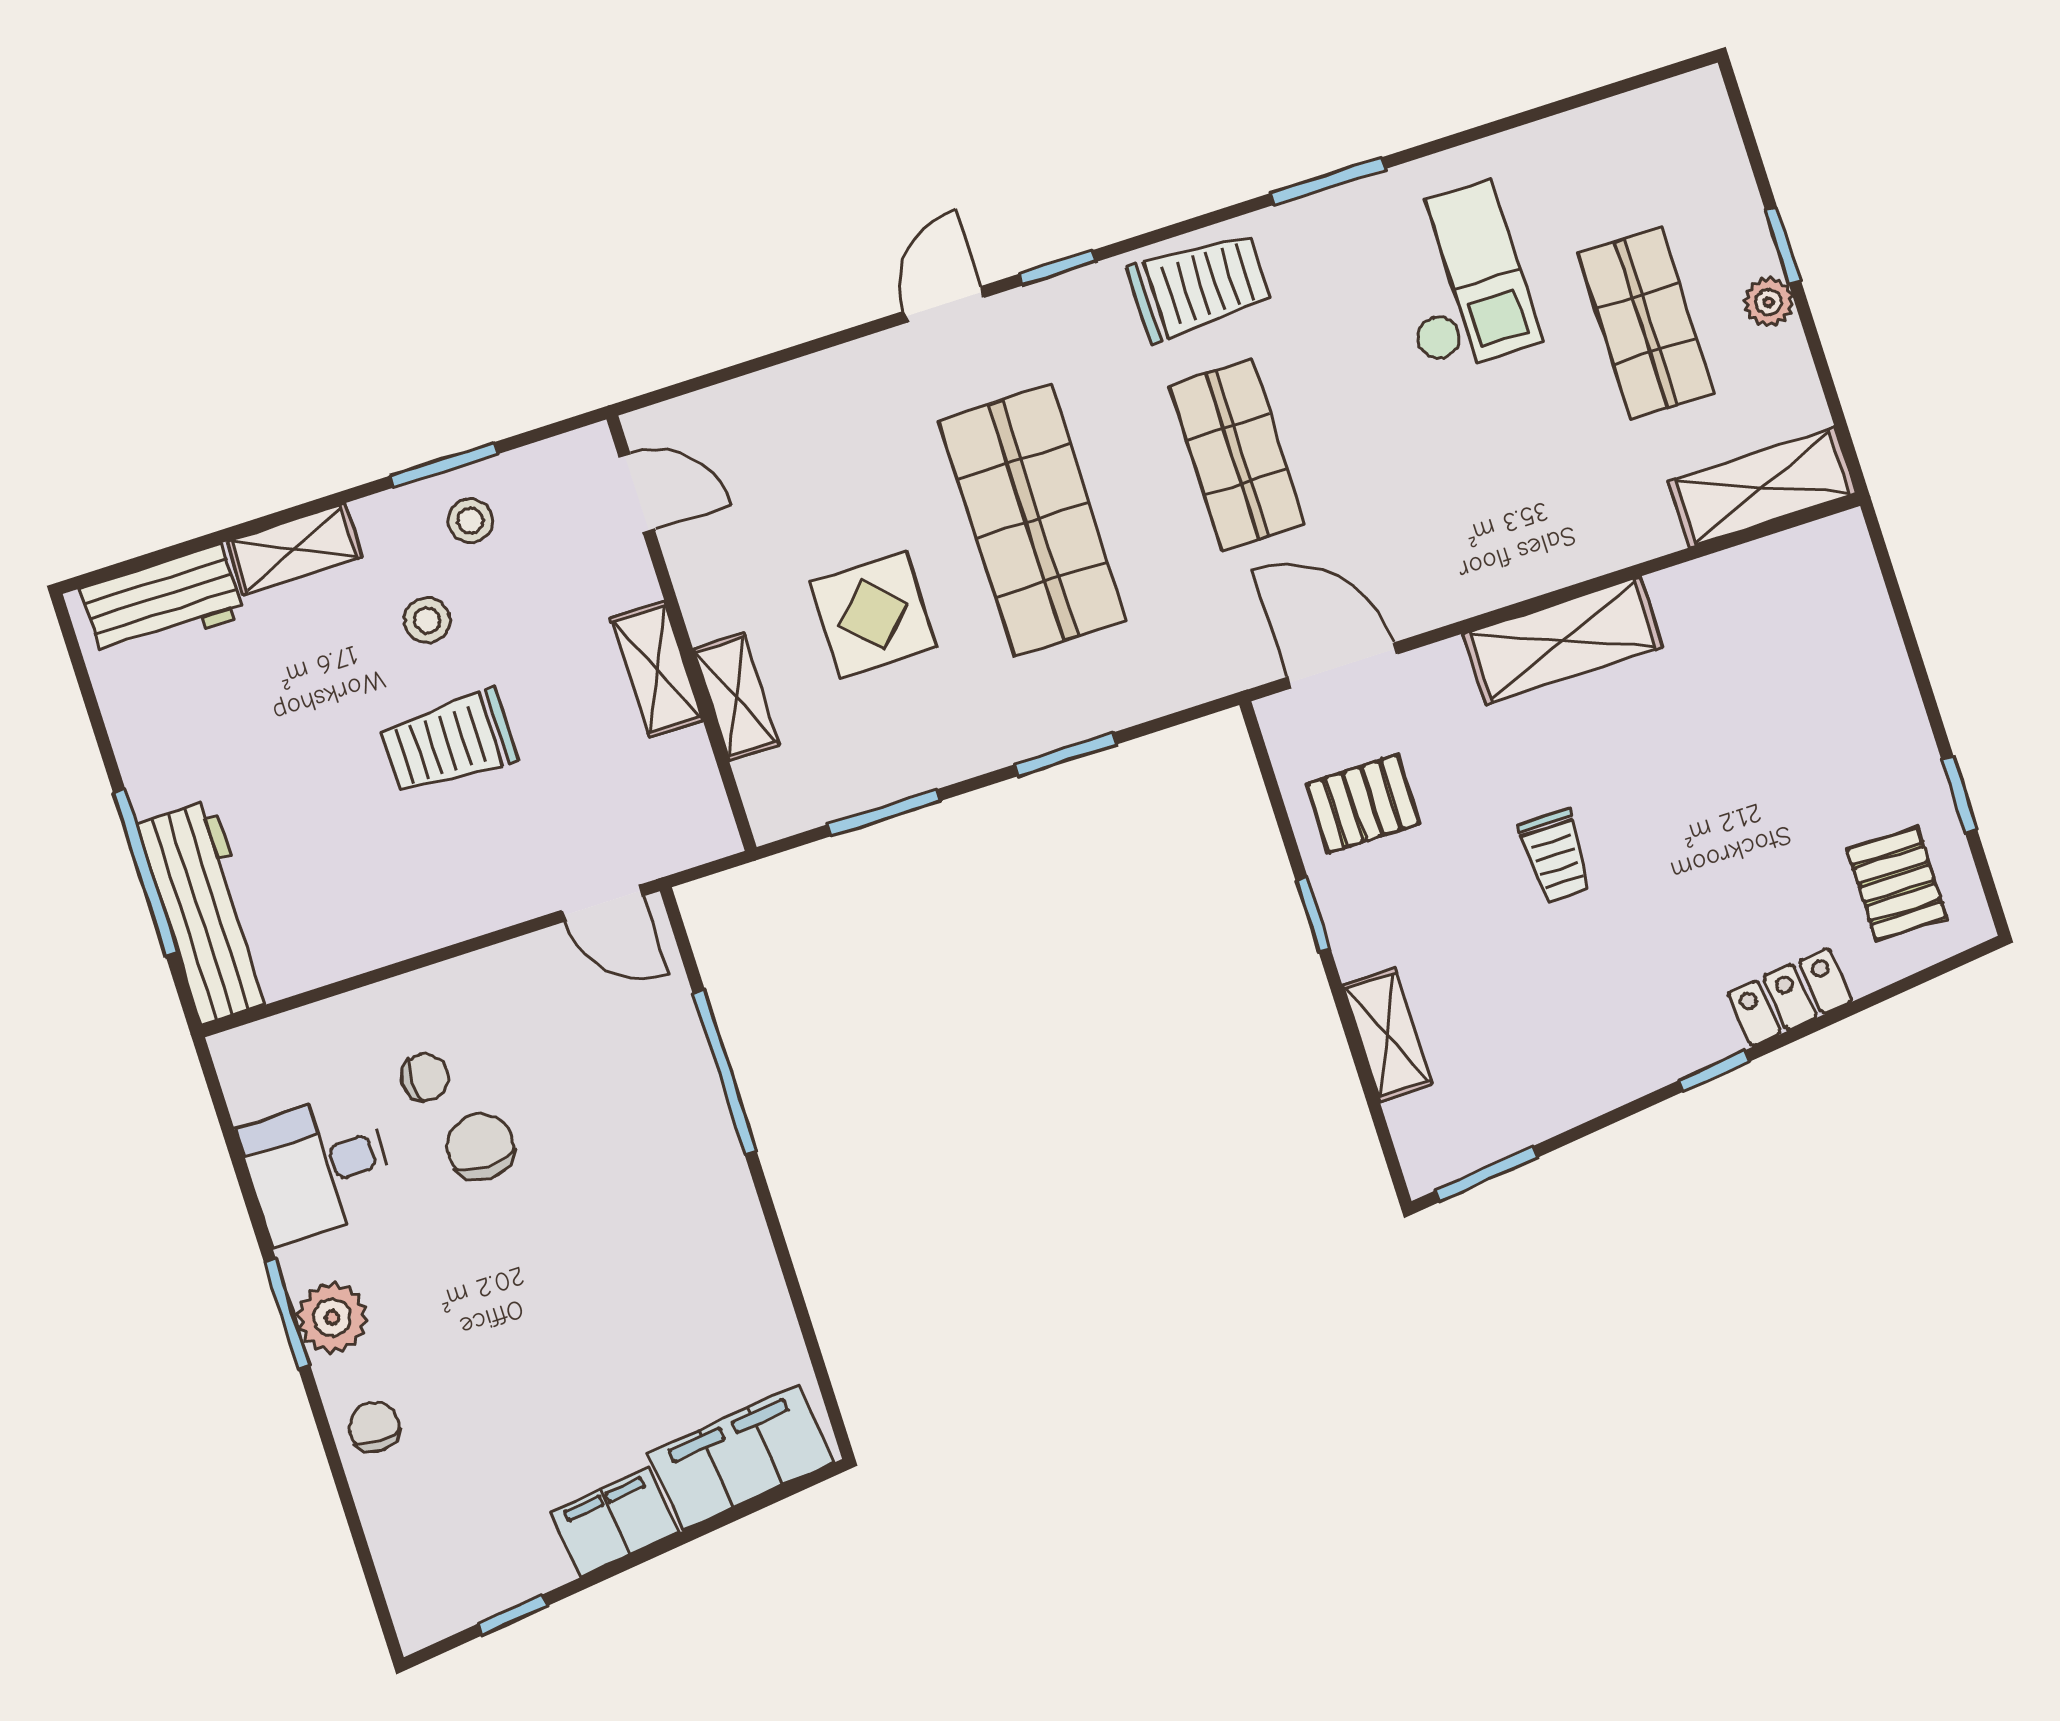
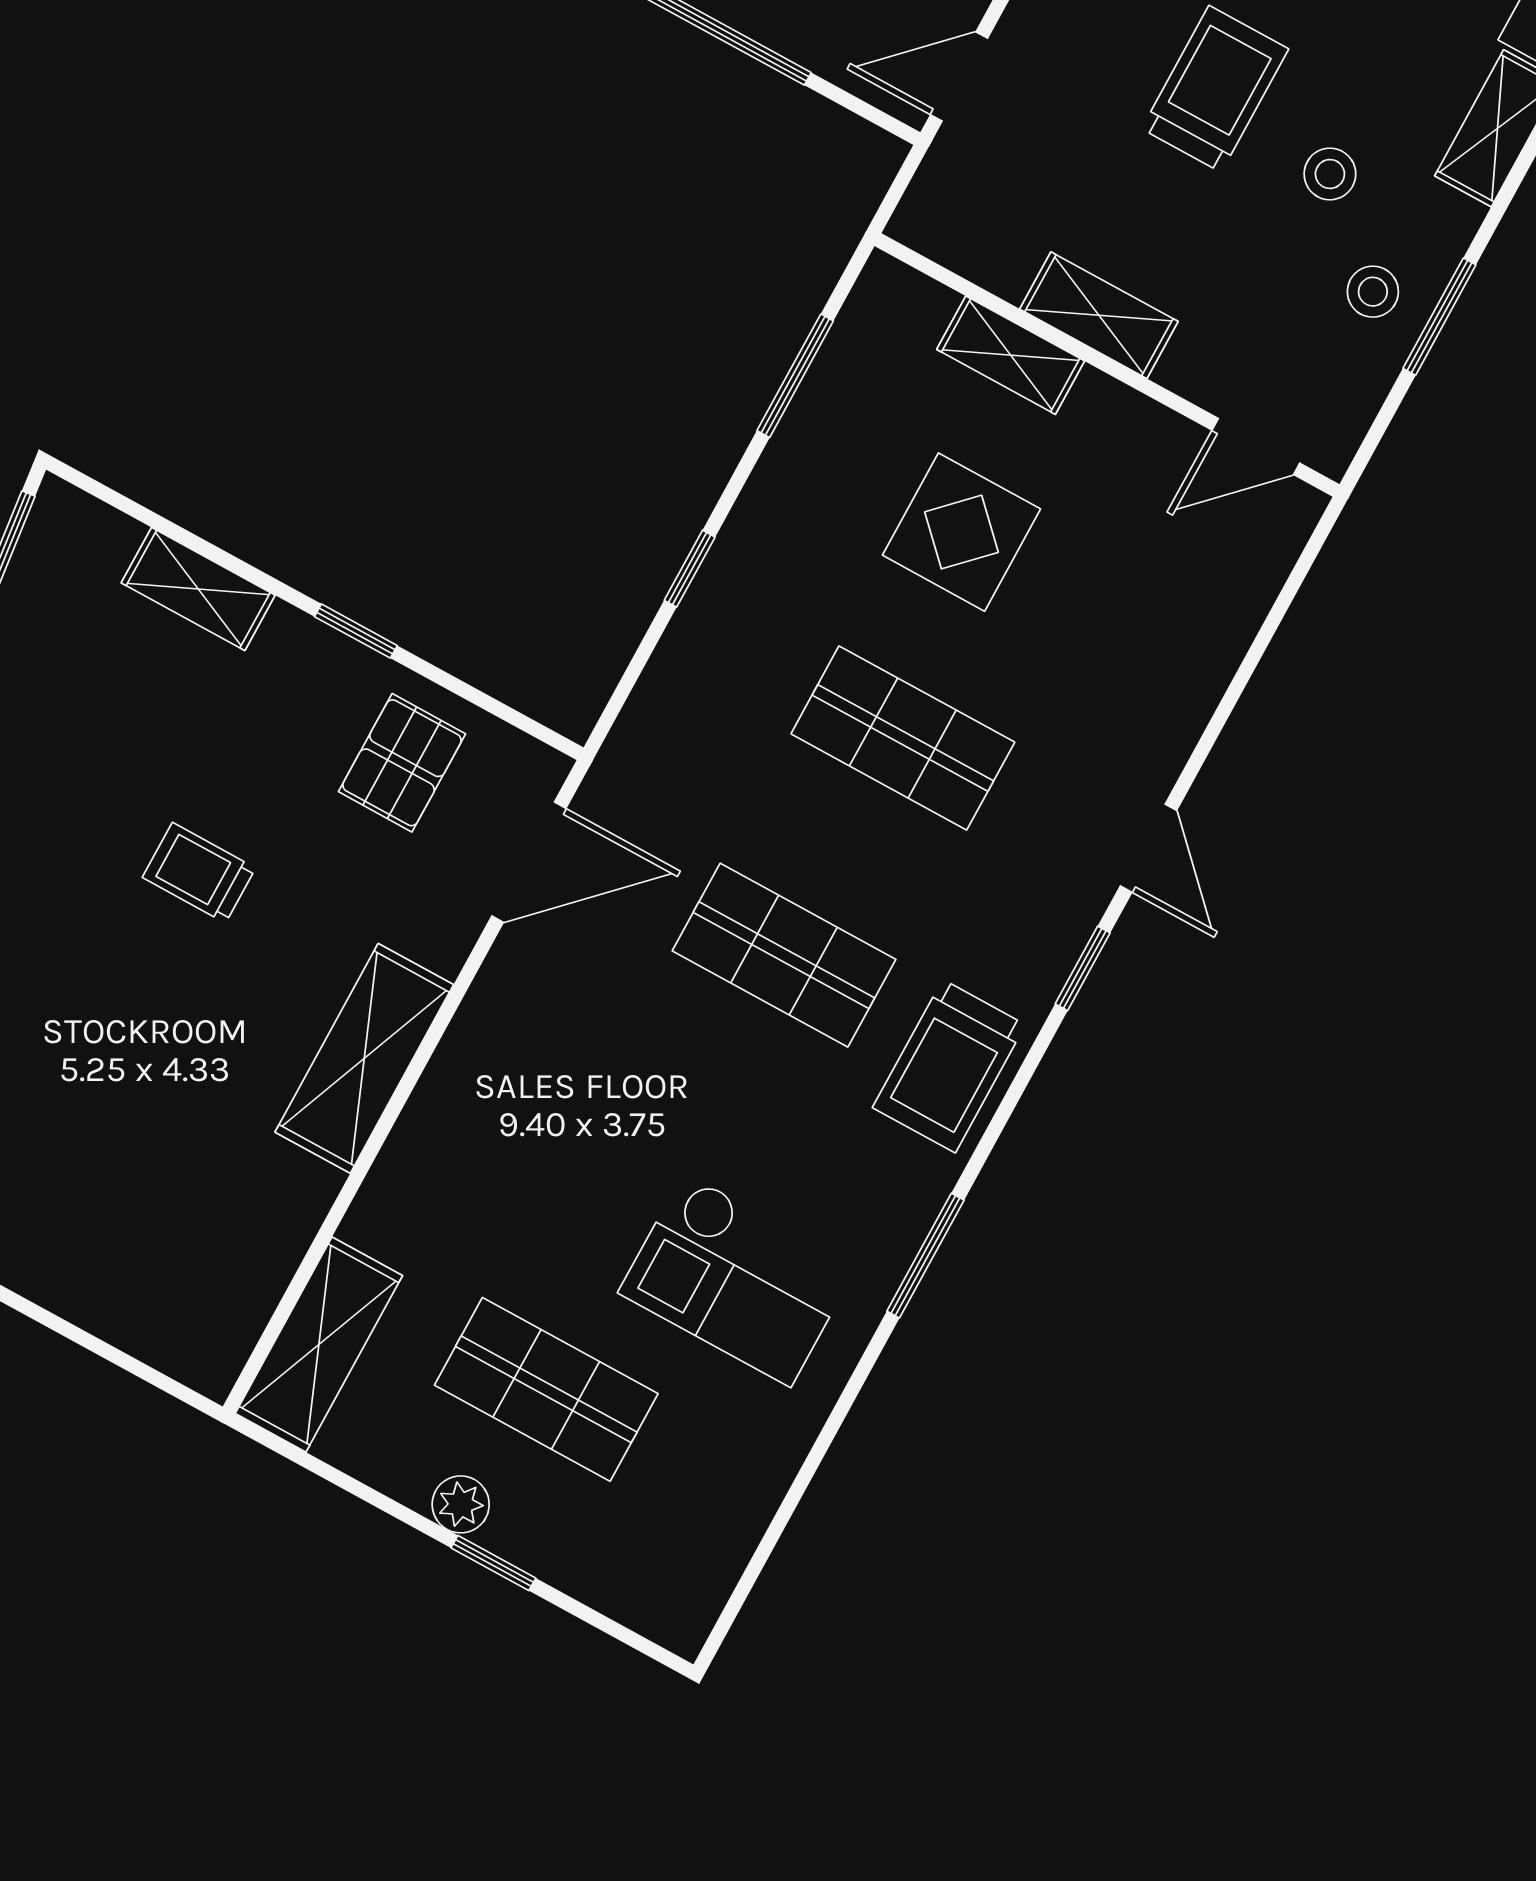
shop shelf: (1033, 520) -> (903, 738), width x0.70, depth x0.74
window: (1066, 754) -> (690, 569), width x0.67

